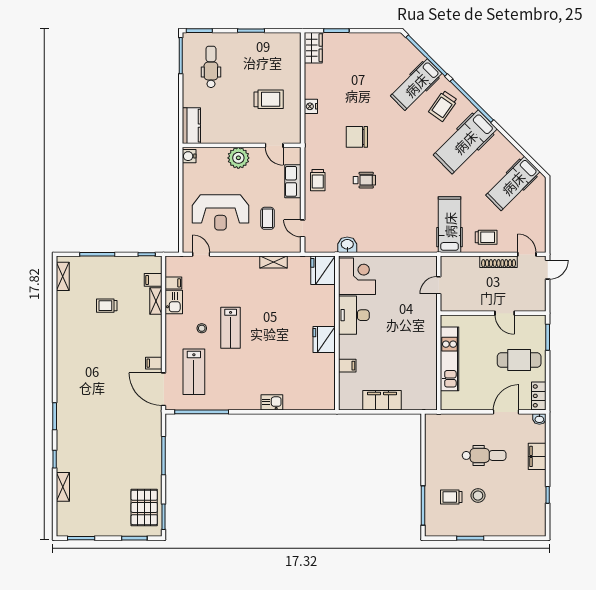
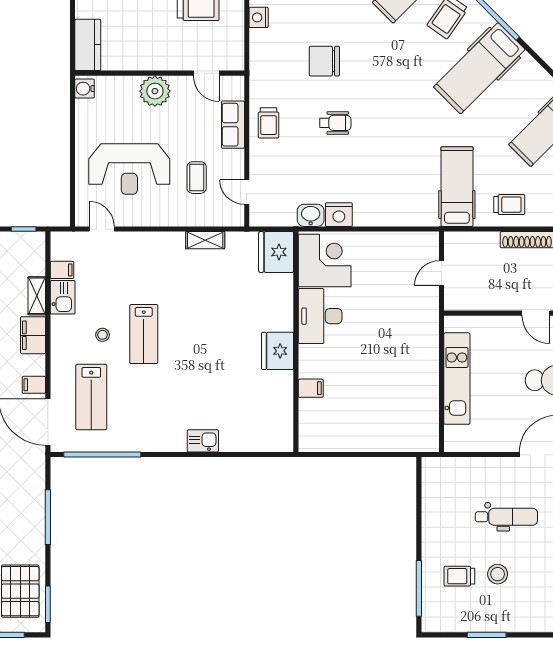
nightstand: (367, 244) -> (339, 215), added
filing cabinet: (153, 280) -> (33, 335), moved, width x2.00
filing cabinet: (382, 400) -> (360, 438), removed

